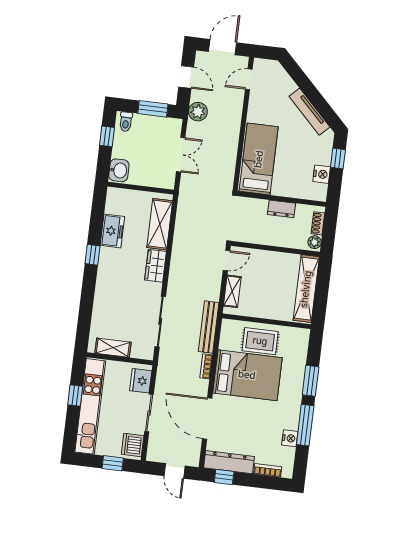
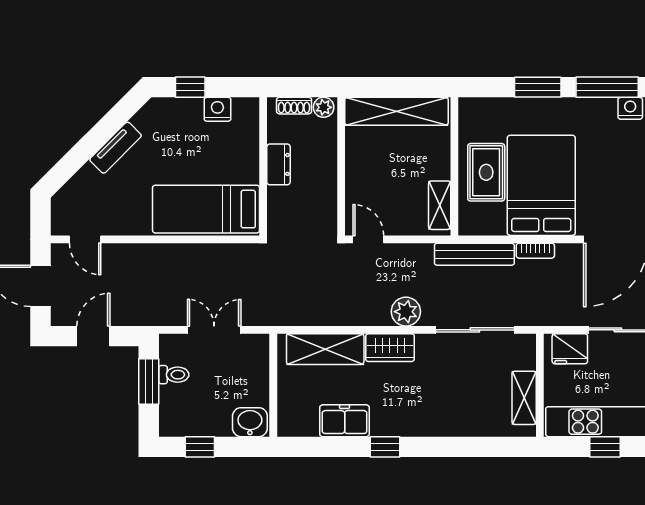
plant: (198, 112) -> (406, 312), moved
tv unit: (309, 112) -> (116, 148), width x0.71
toilet: (126, 122) -> (174, 375), moved
shelving: (232, 291) -> (440, 205), moved, turned 90

